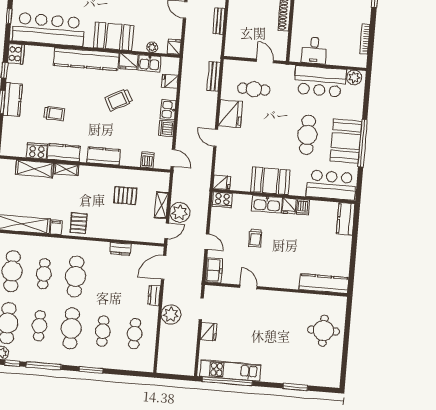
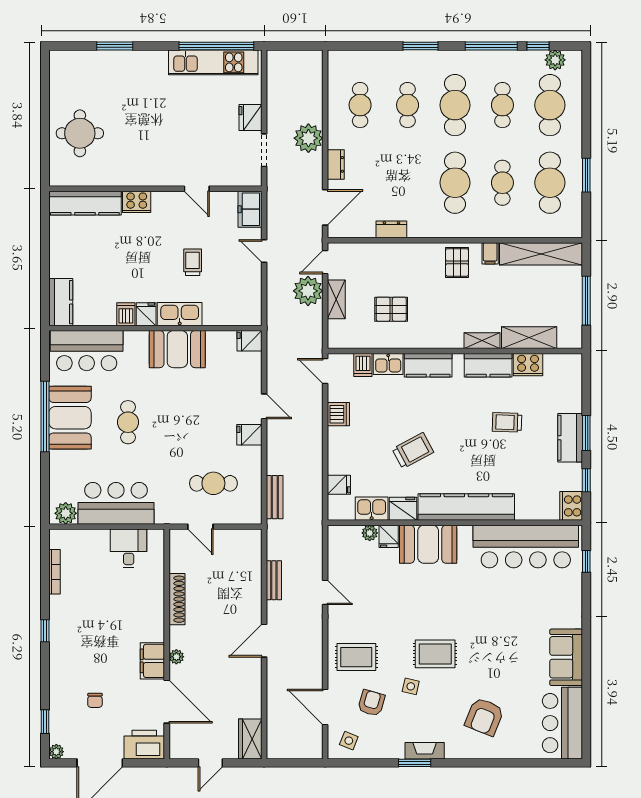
fridge: (174, 47) -> (389, 536), moved
kitchen sink: (168, 110) -> (388, 364), moved, turned 90
fridge: (230, 114) -> (249, 435), width x0.53, depth x0.75
cafe table: (307, 135) -> (128, 422), width x0.73, depth x0.74
cooker: (222, 200) -> (137, 202), moved, turned 180

